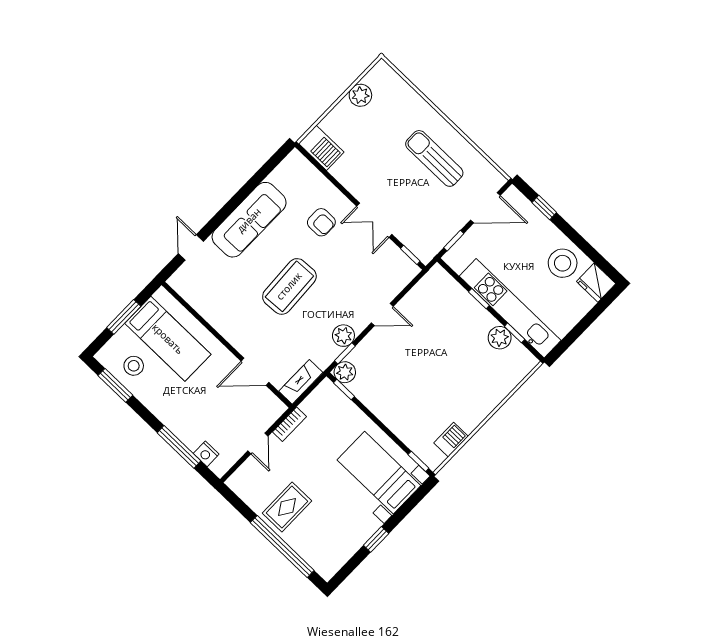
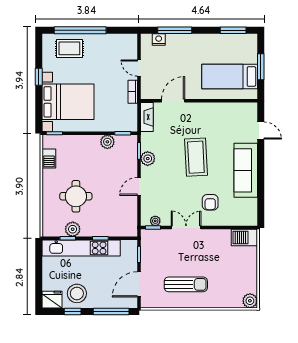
plant: (360, 95) -> (250, 301), moved
window: (544, 208) -> (111, 311), width x2.17
armchair: (321, 222) -> (210, 202), turned -90
window: (586, 248) -> (73, 311), added
plant: (401, 260) -> (155, 221), added
stool: (134, 366) -> (234, 48), removed
round table: (461, 370) -> (76, 196), added
plant: (345, 372) -> (107, 142), moved
bed with nightstands: (379, 473) -> (68, 102), width x1.36
rug: (287, 507) -> (69, 48), moved, turned 90

